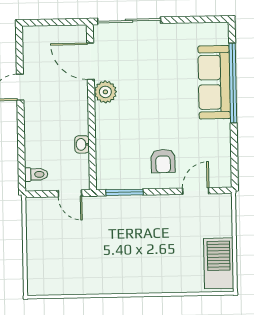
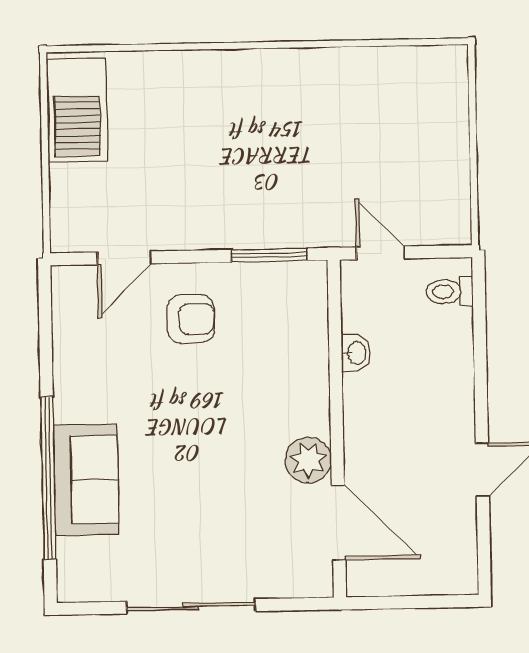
sliding door: (129, 21) -> (191, 606), moved
sofa: (214, 82) -> (86, 480), width x0.73
armchair: (163, 161) -> (191, 319), turned 91

